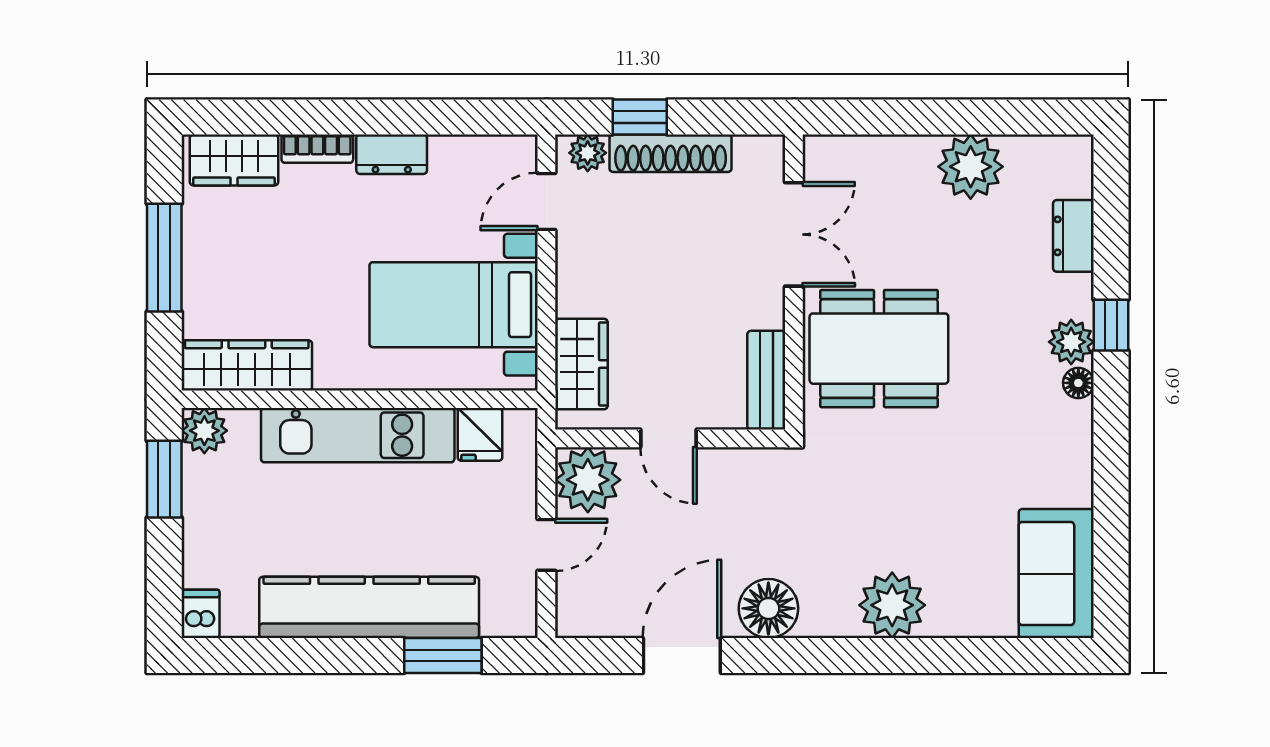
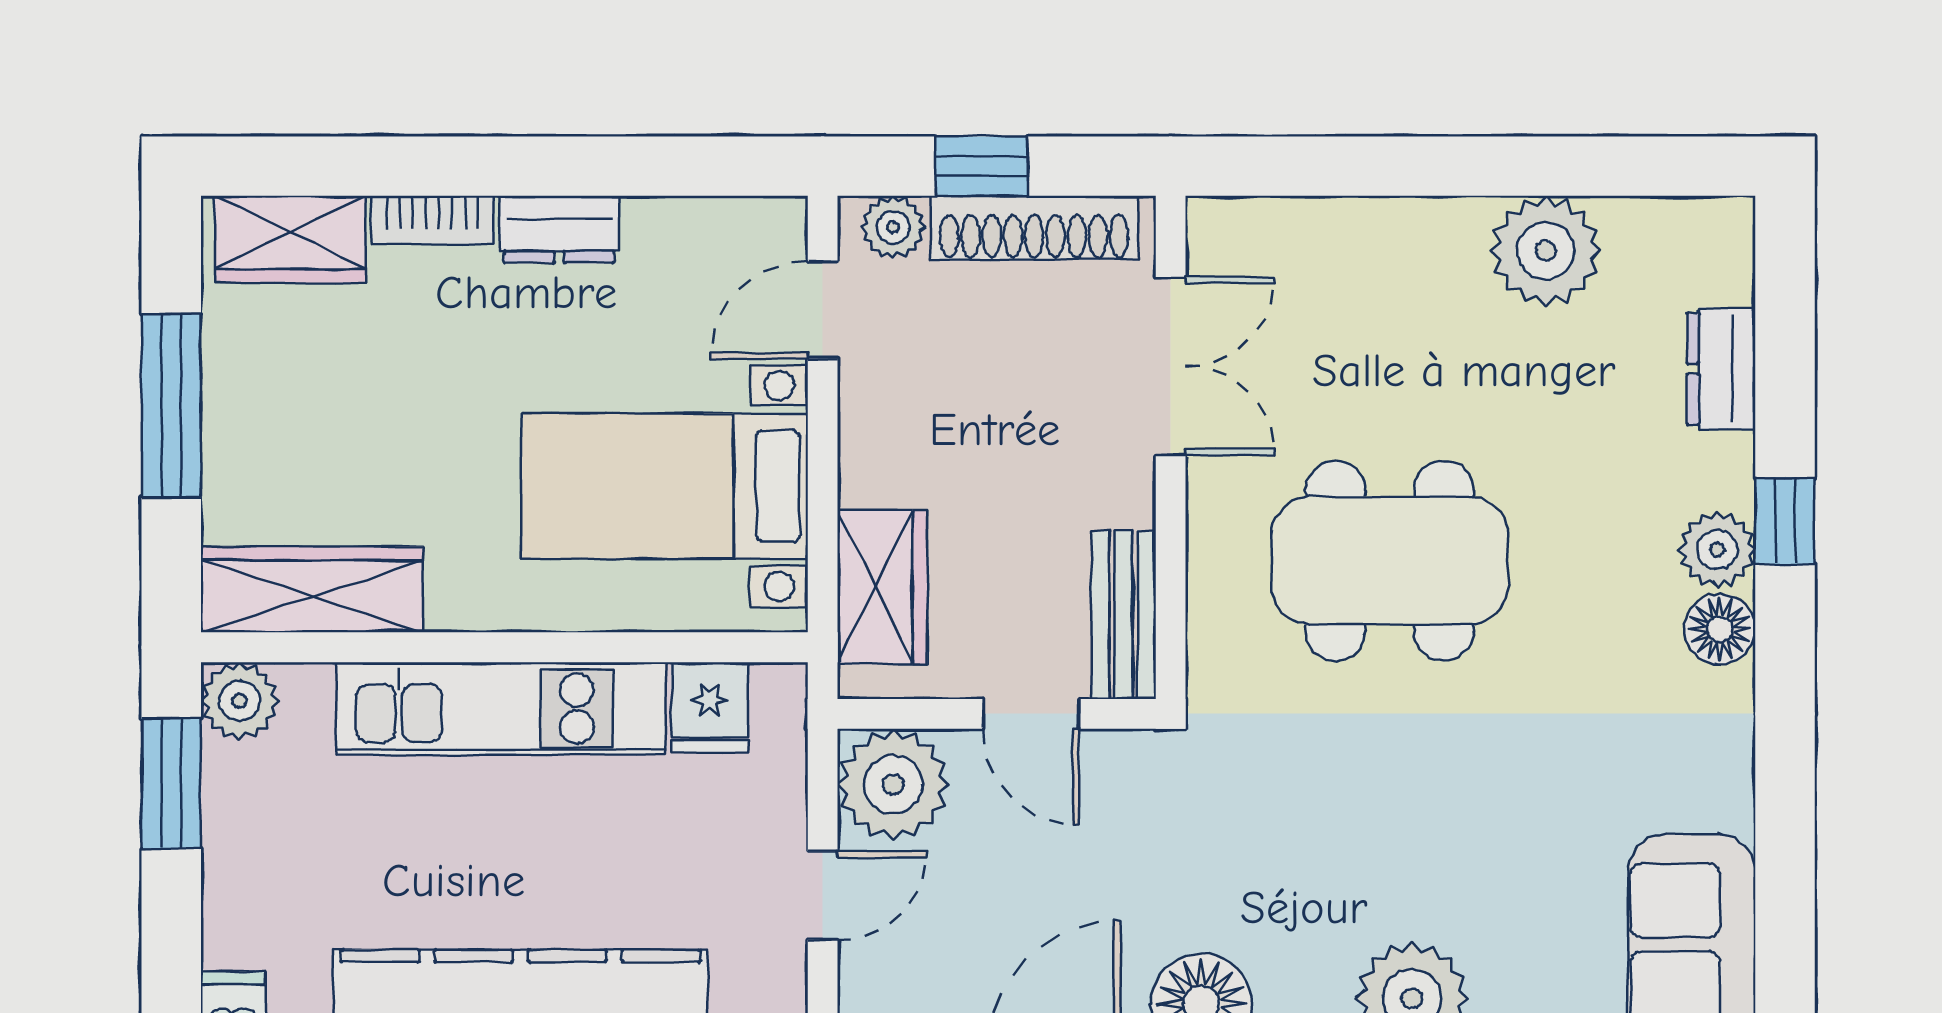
double door: (794, 234) -> (1171, 366), moved
wall: (794, 282) -> (1171, 447), moved
bench: (766, 380) -> (1124, 615), moved
floor lamp: (1078, 383) -> (1720, 629), width x1.37, depth x1.37

